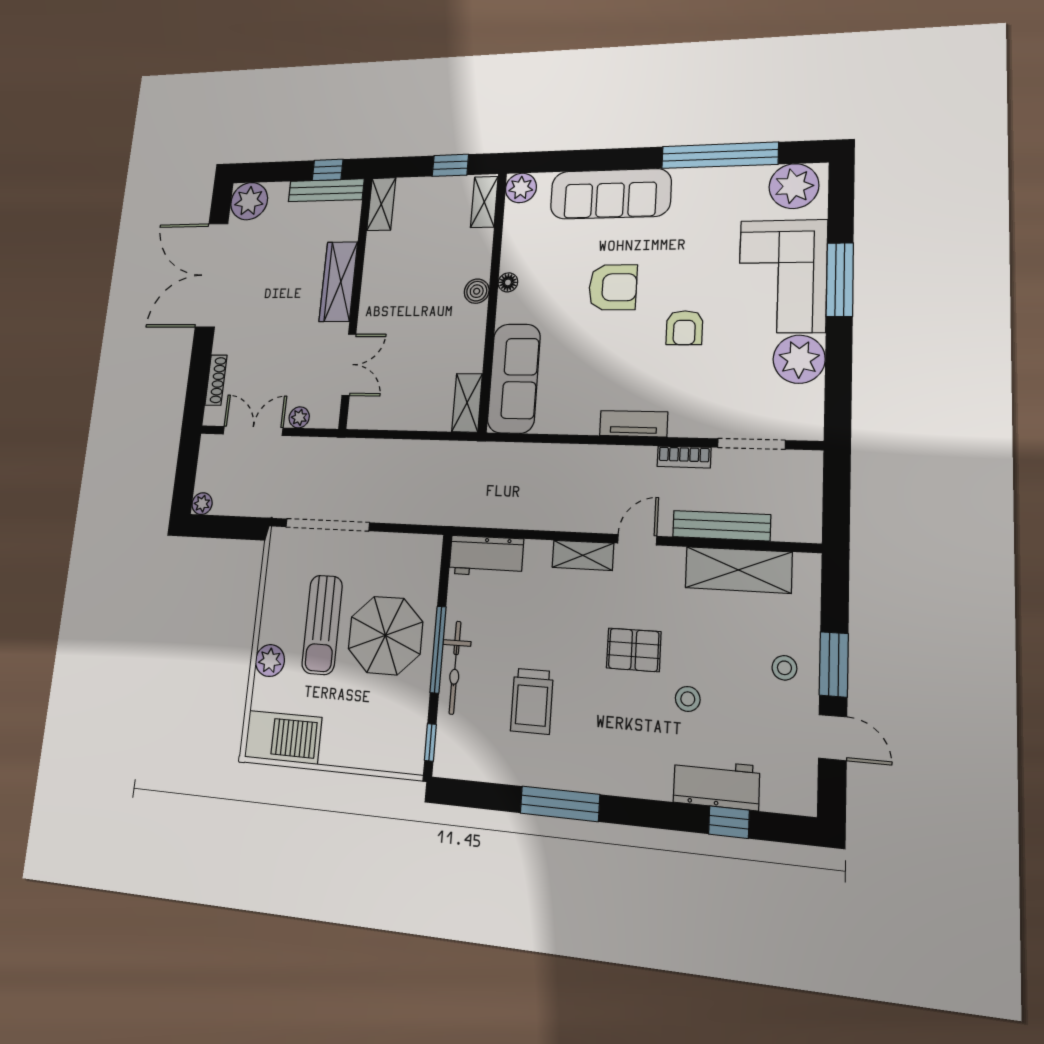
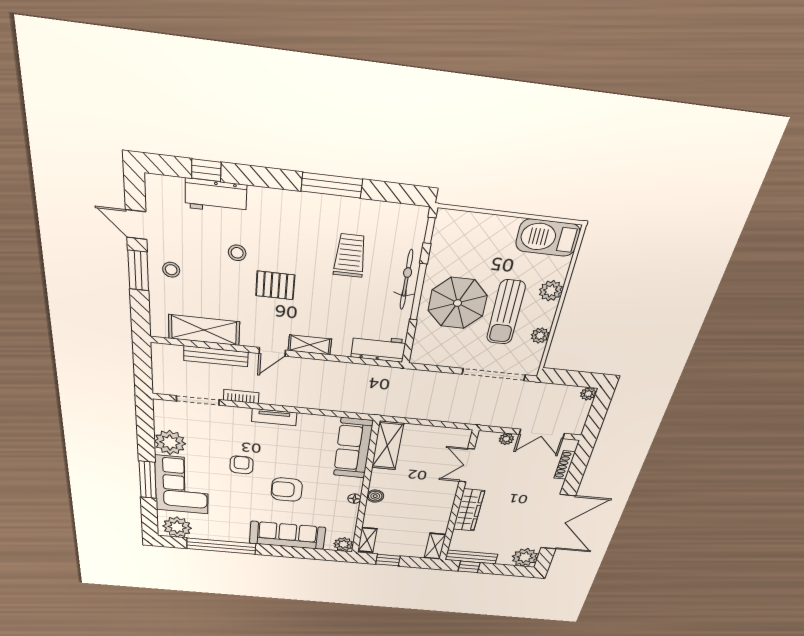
shelving: (467, 403) -> (387, 446), width x1.50, depth x1.33
plant: (275, 592) -> (540, 335), added
sun lounger: (322, 625) -> (506, 312), turned 180

